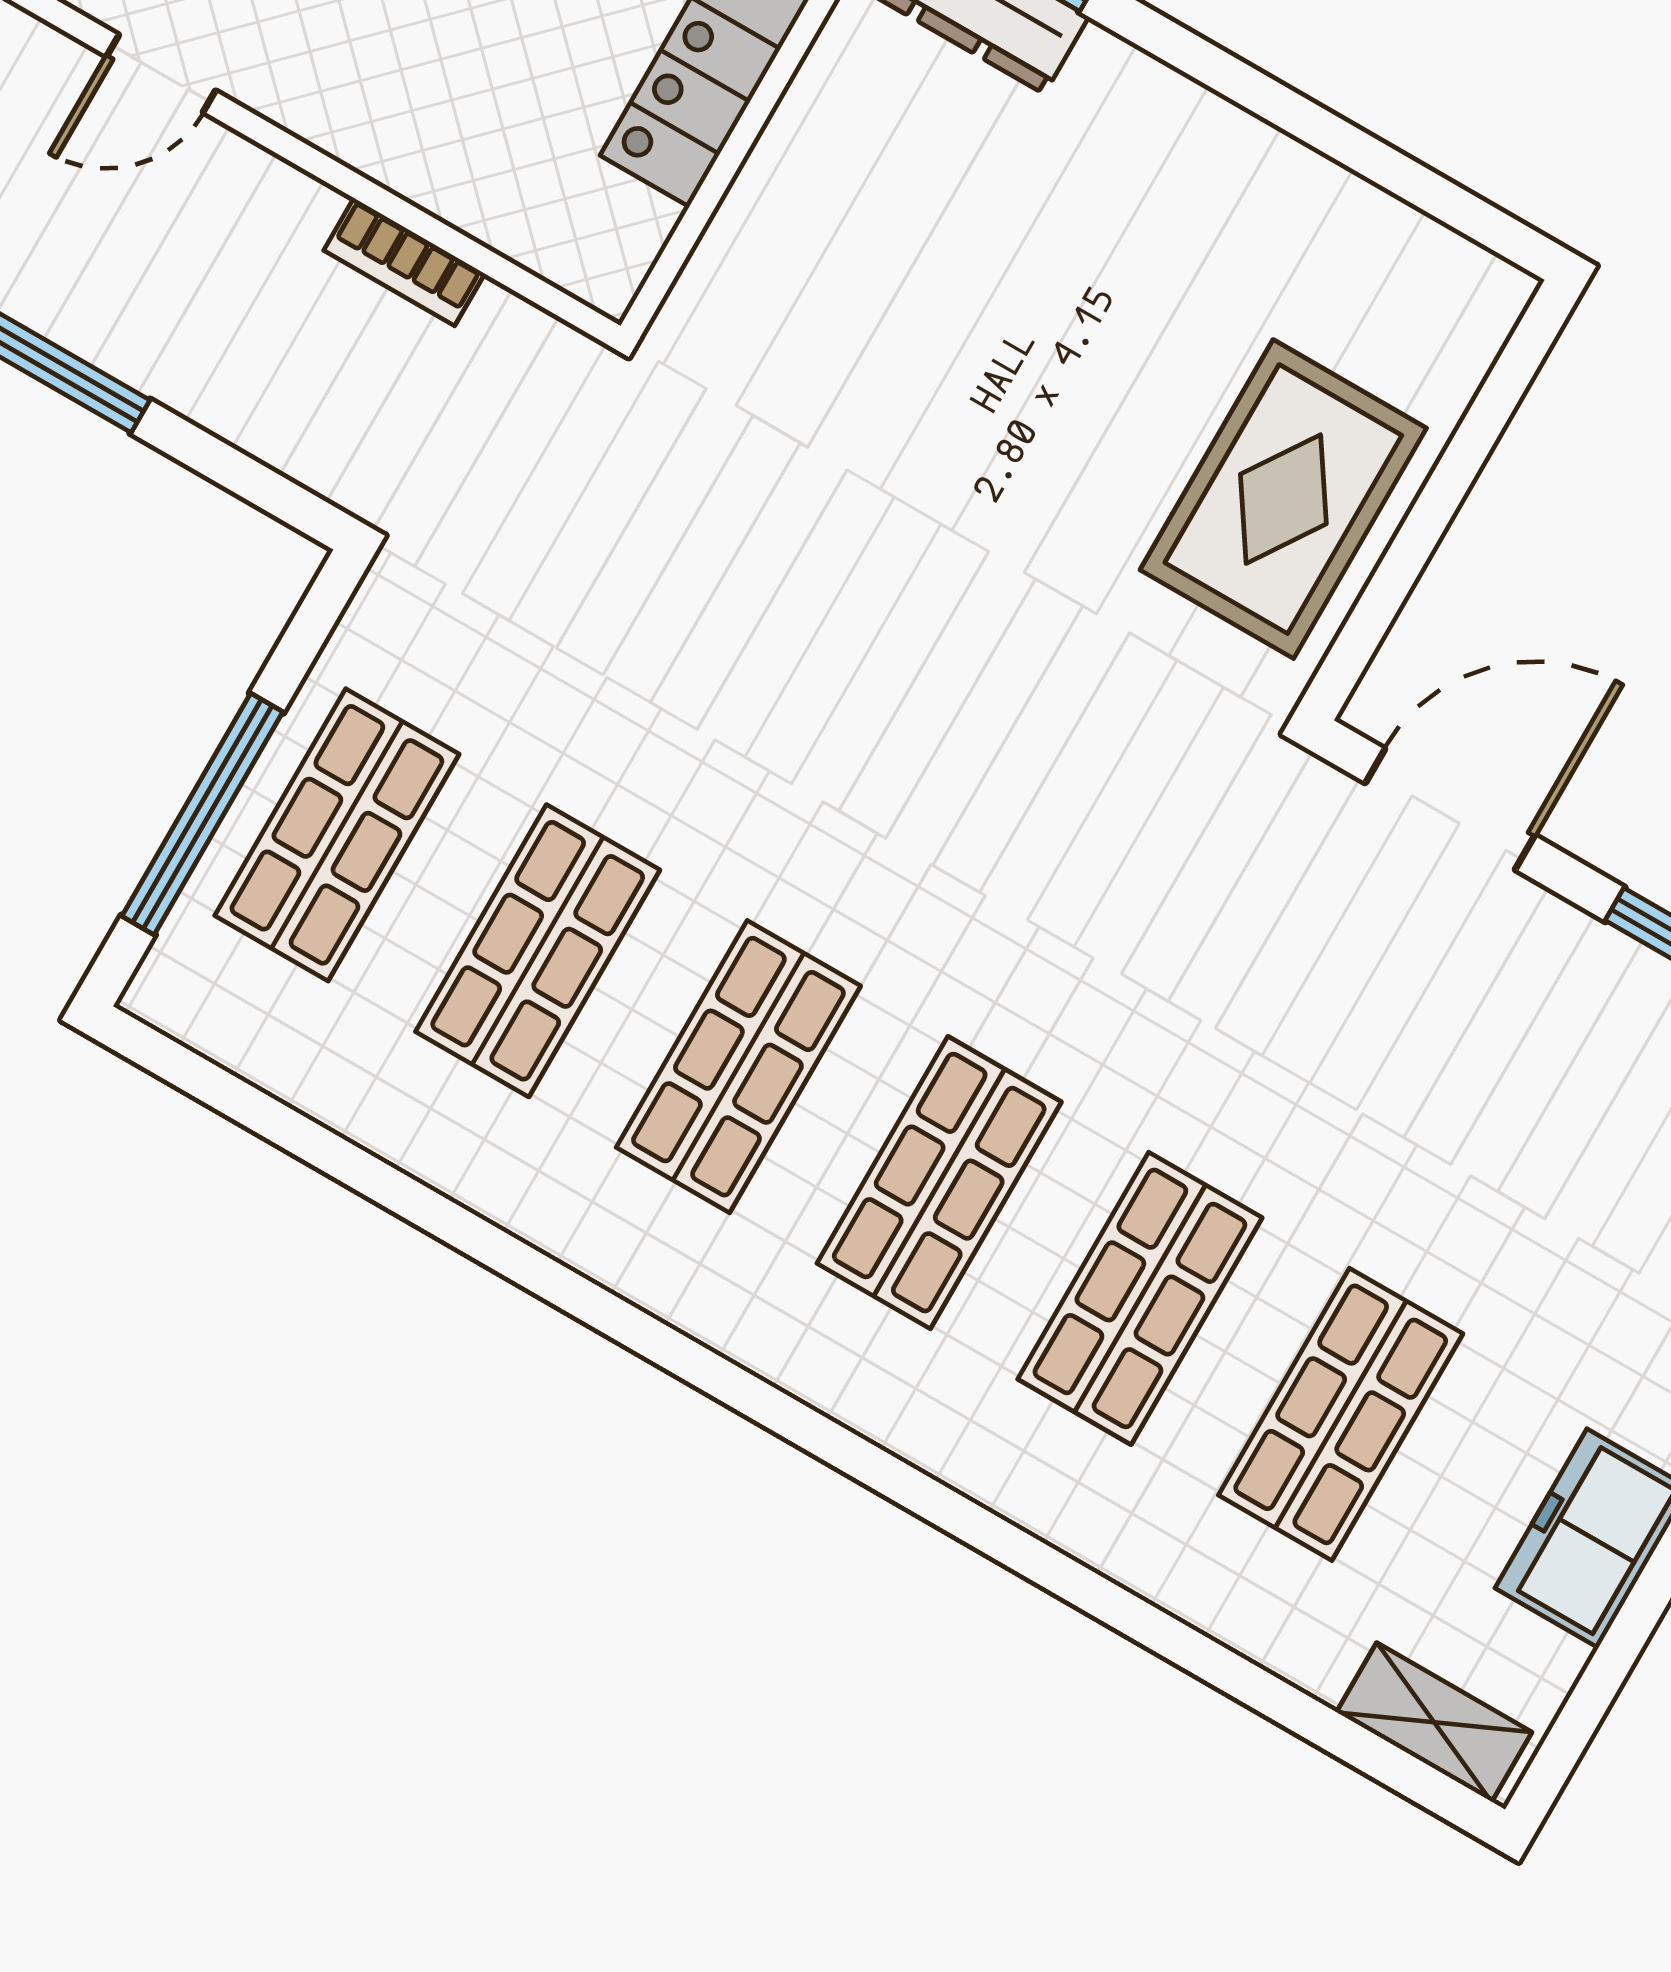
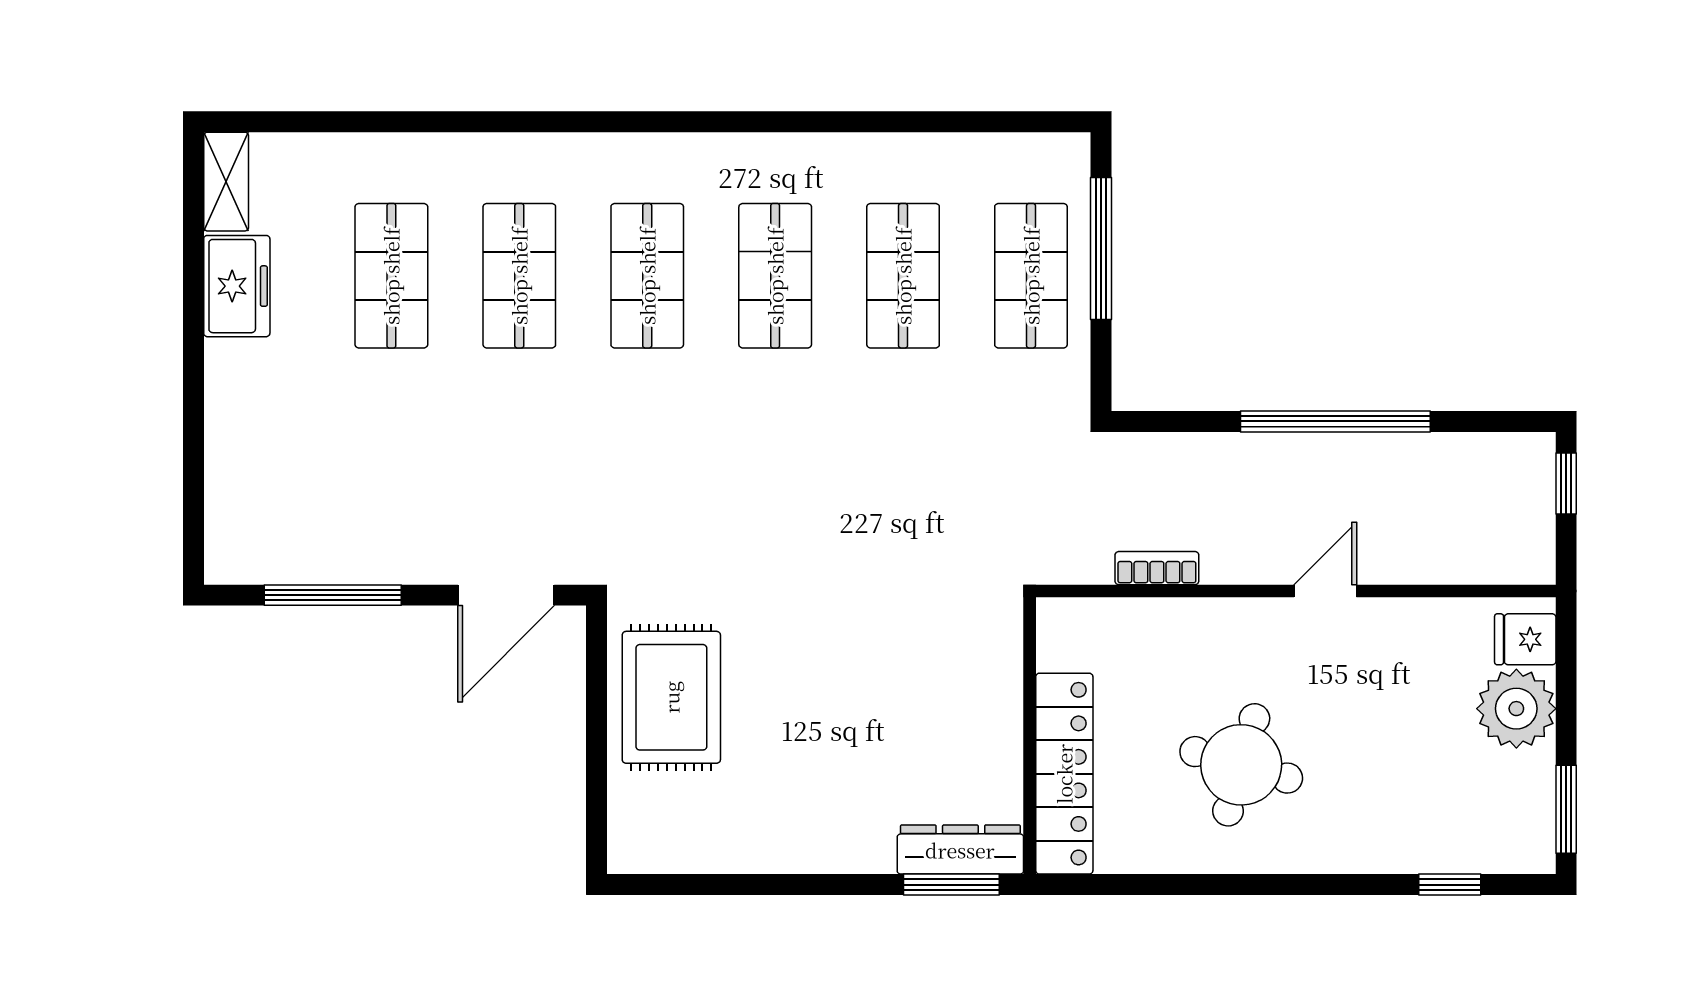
shelving: (1434, 1722) -> (226, 182), moved, turned 90

